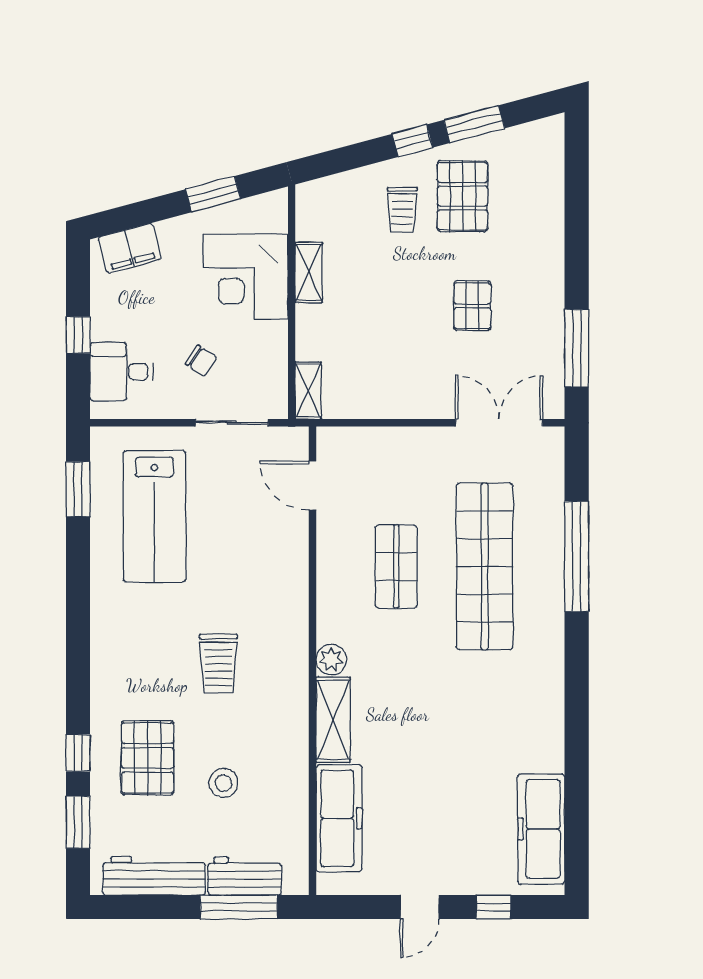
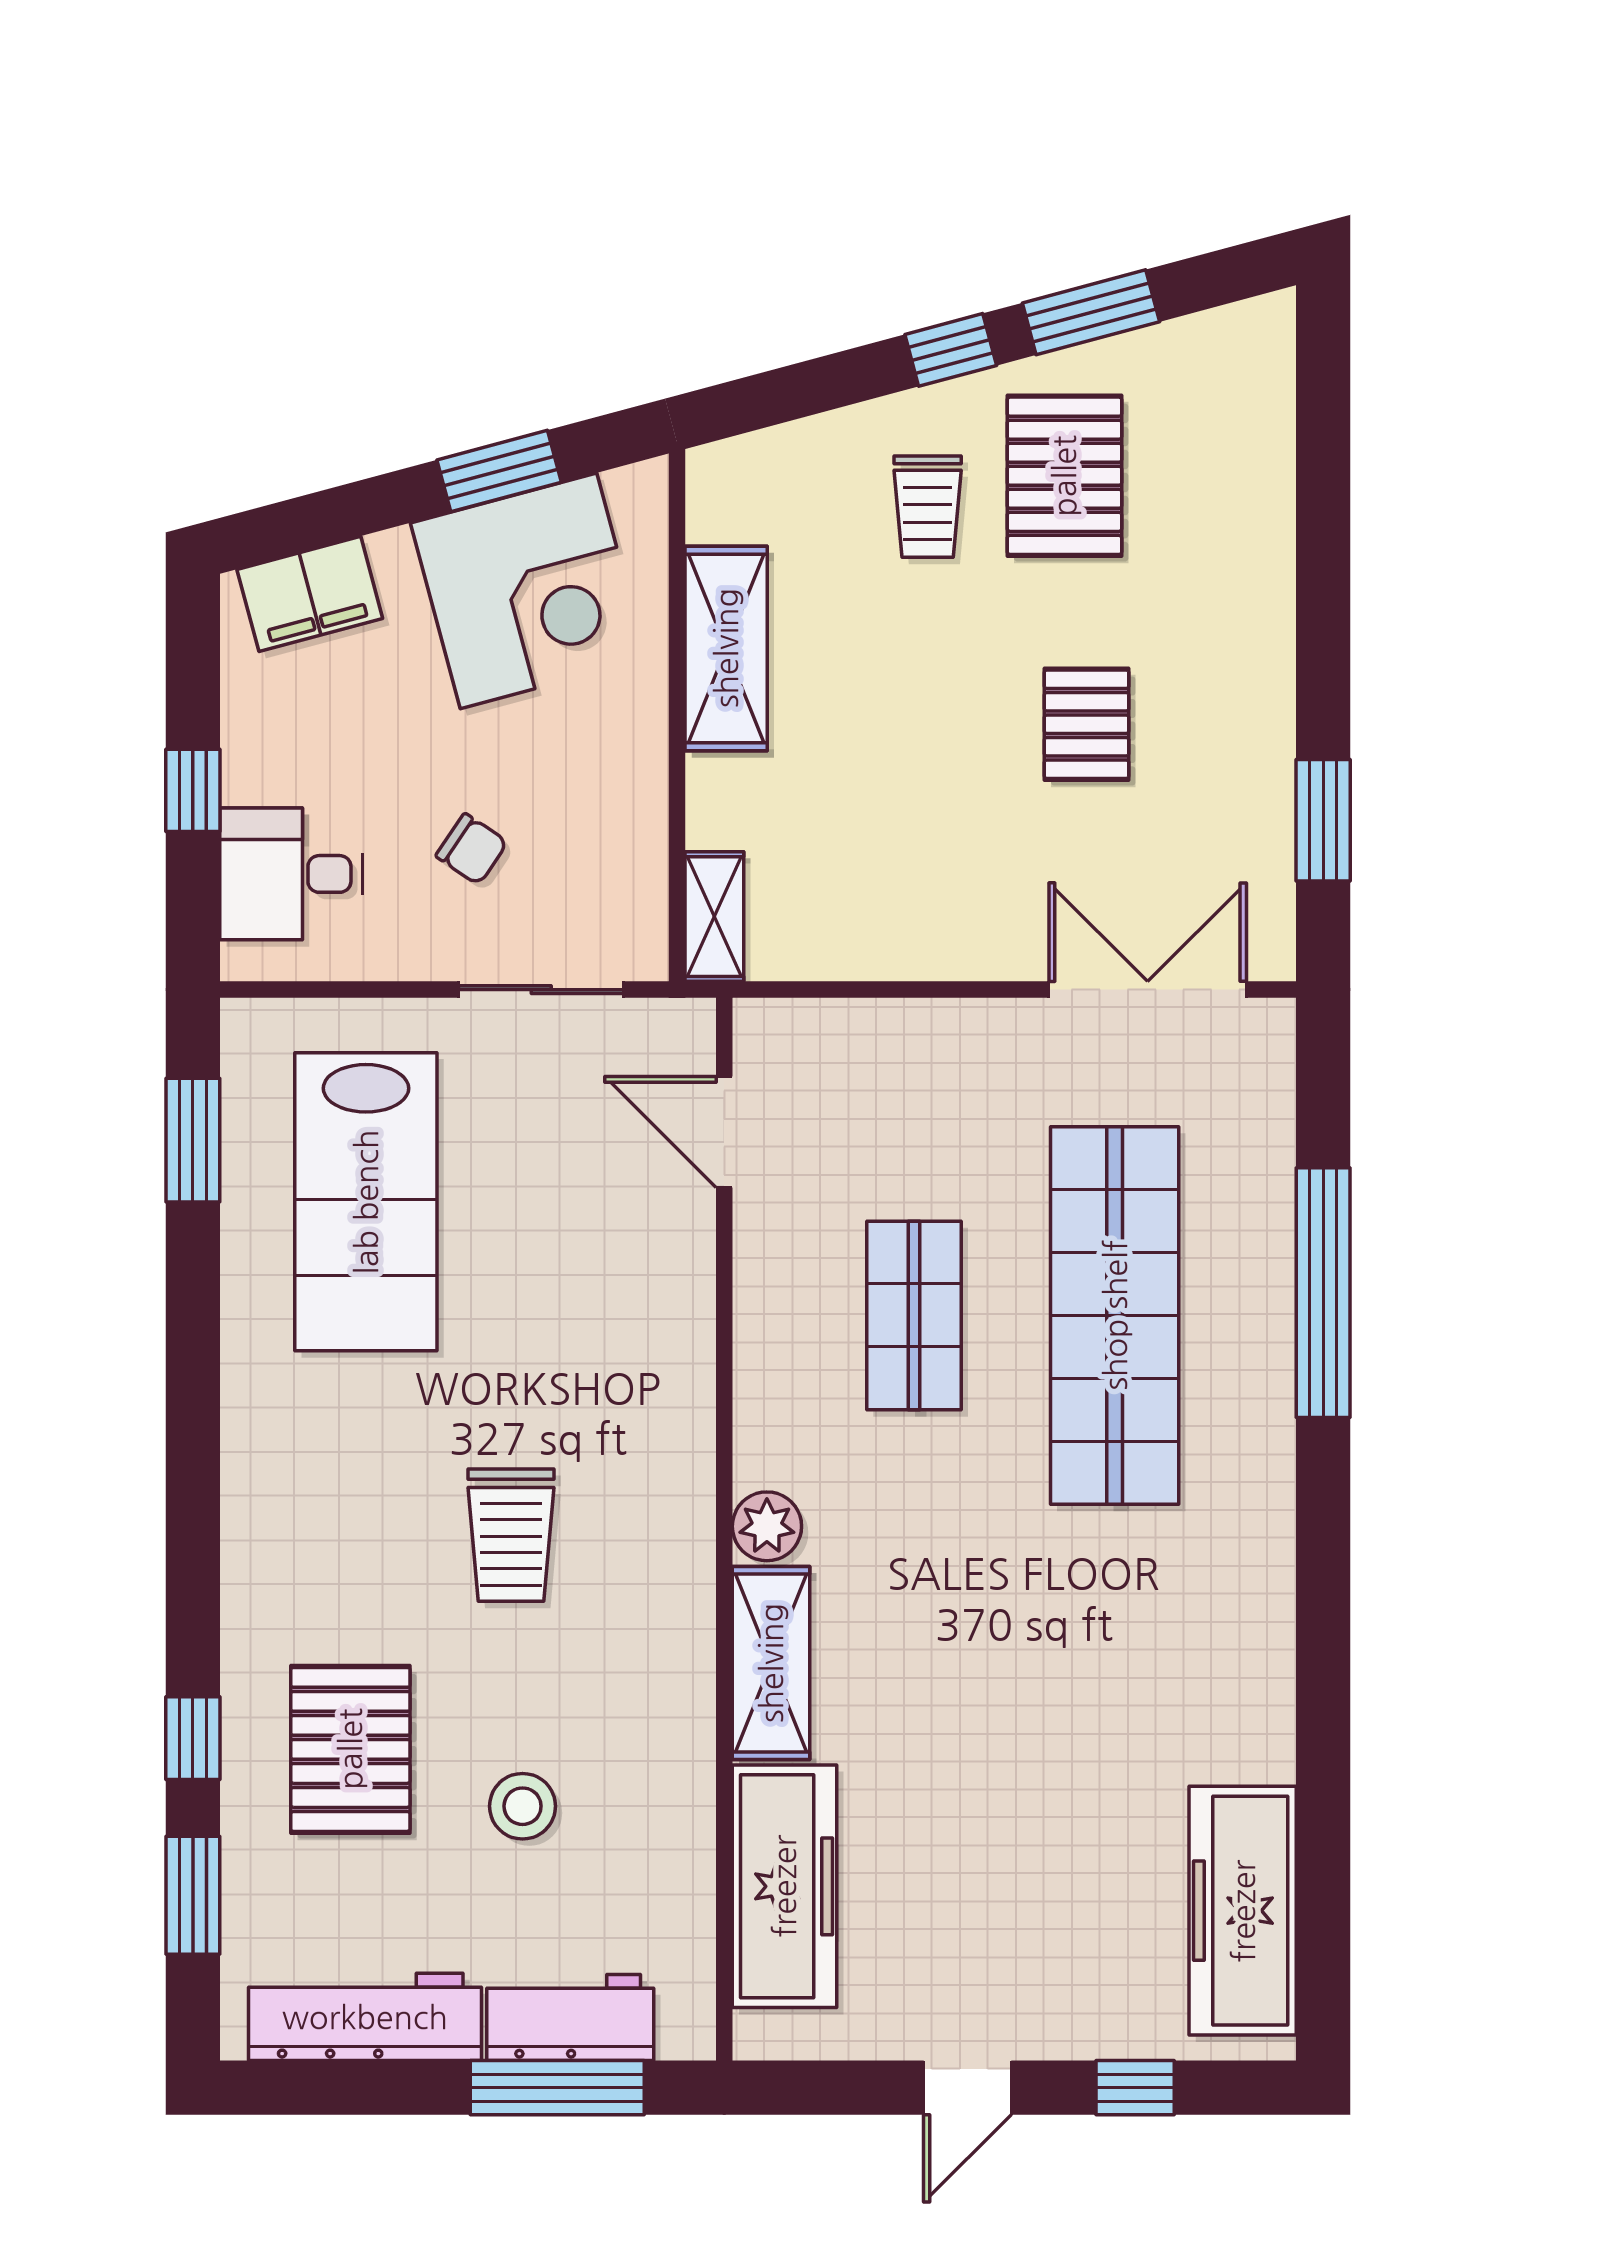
shelving: (309, 272) -> (726, 648), width x1.50, depth x1.33
corner desk: (246, 277) -> (528, 591), moved, turned -105
window: (577, 348) -> (1323, 820), width x0.69

